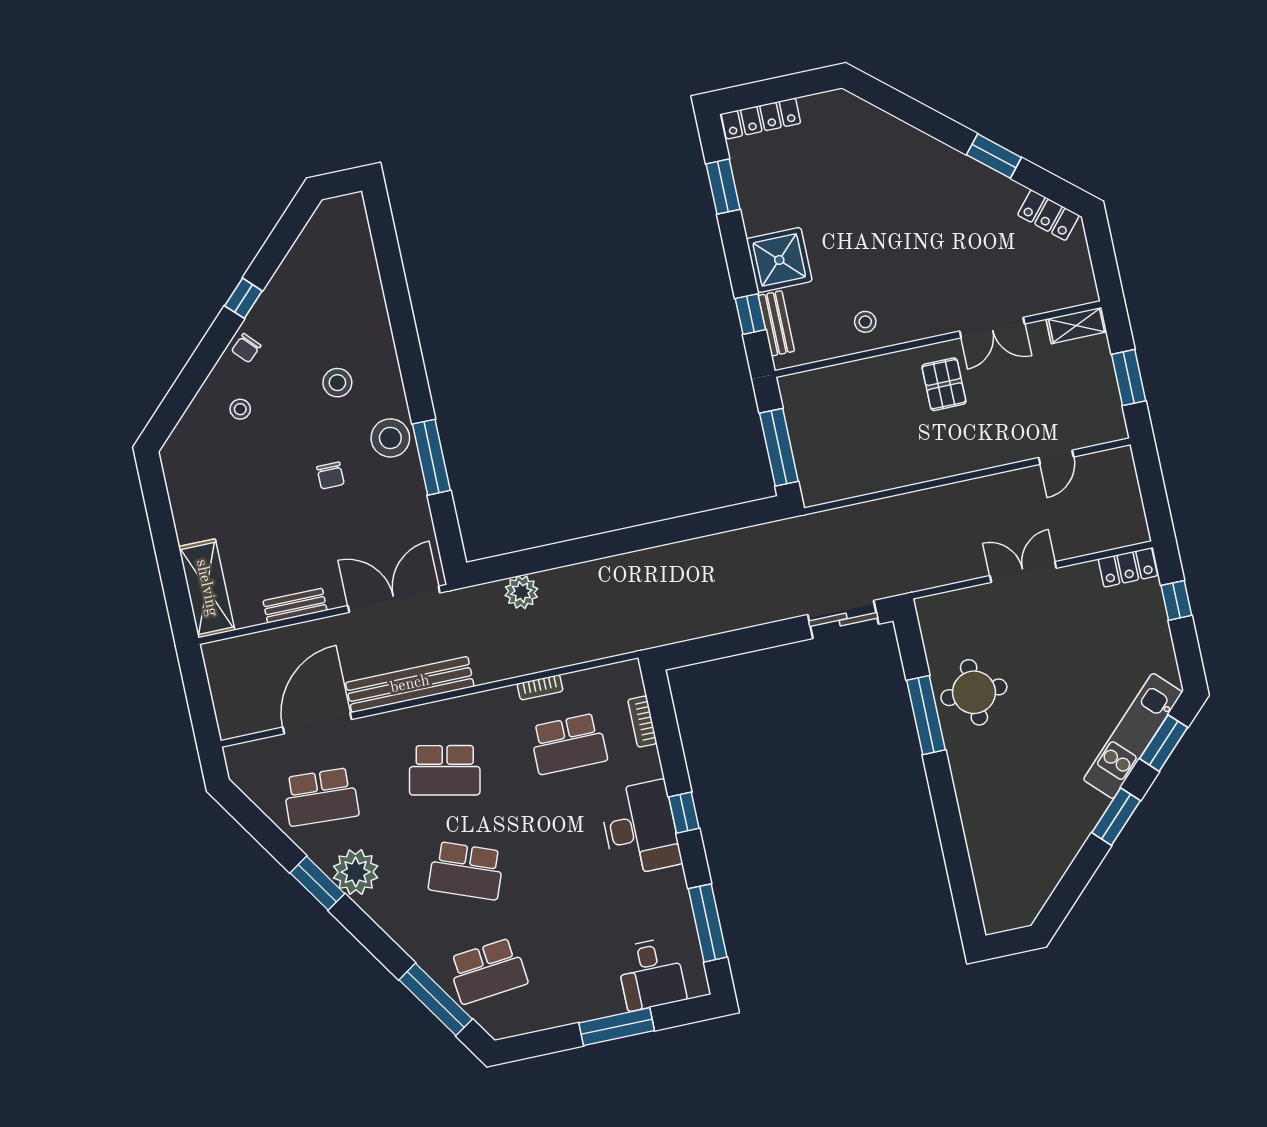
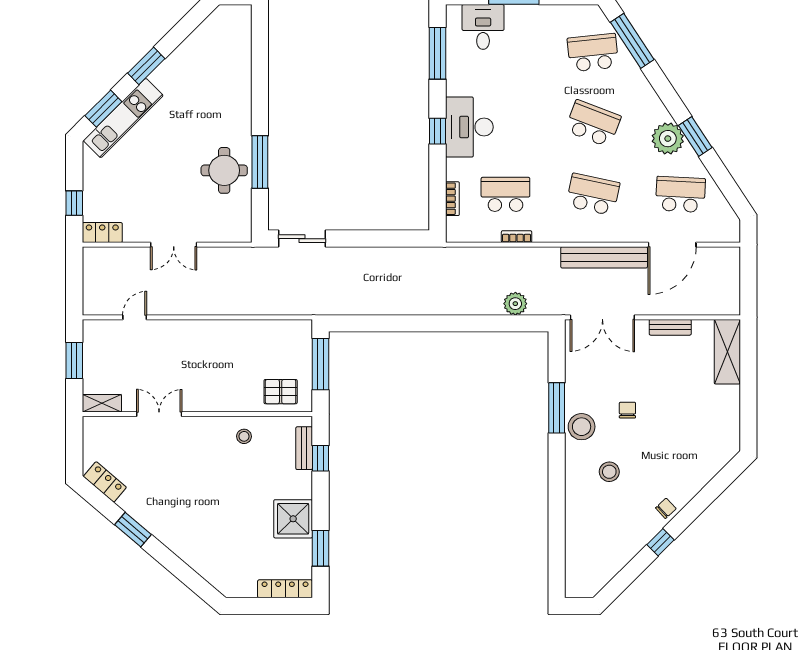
shower: (779, 260) -> (293, 519), moved
pallet: (944, 384) -> (281, 392), moved, turned 90
stool: (240, 409) -> (679, 468), removed

